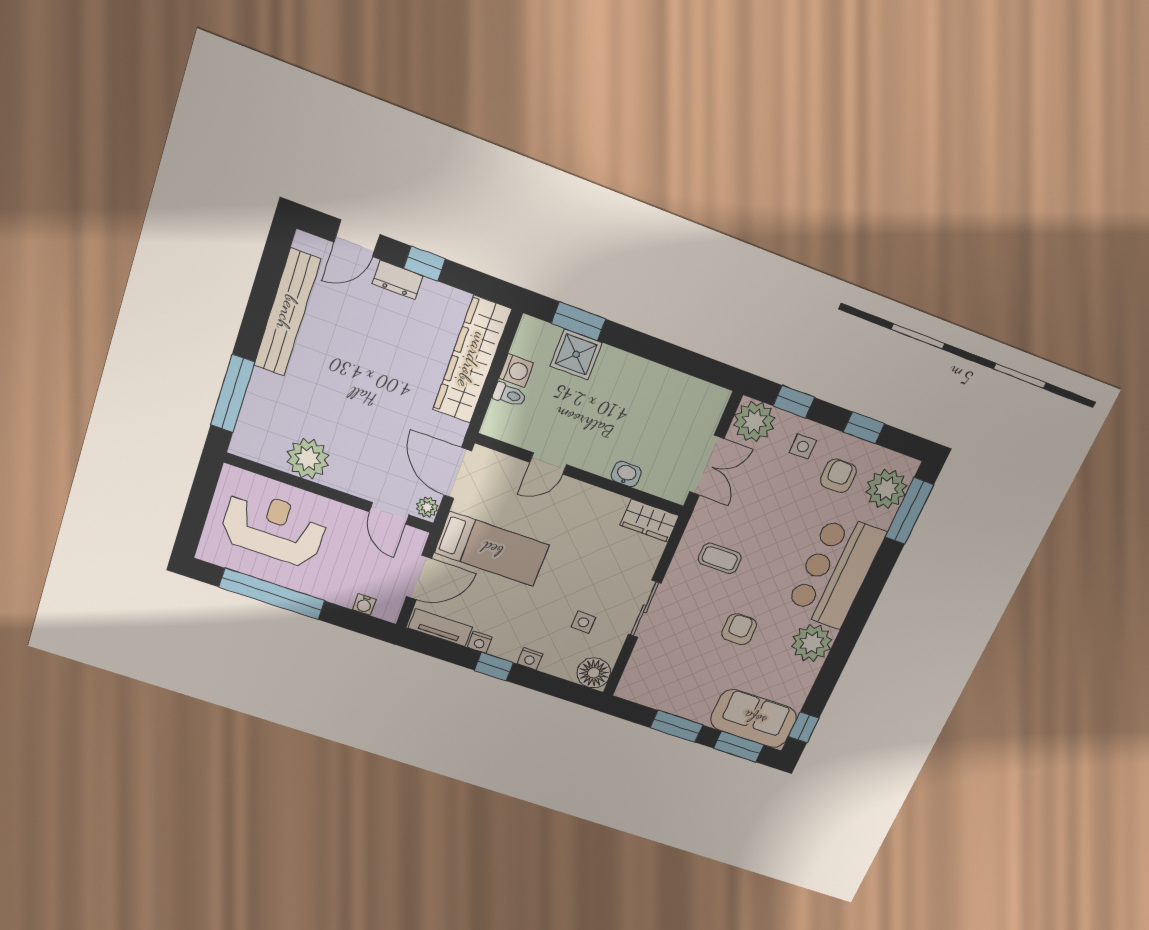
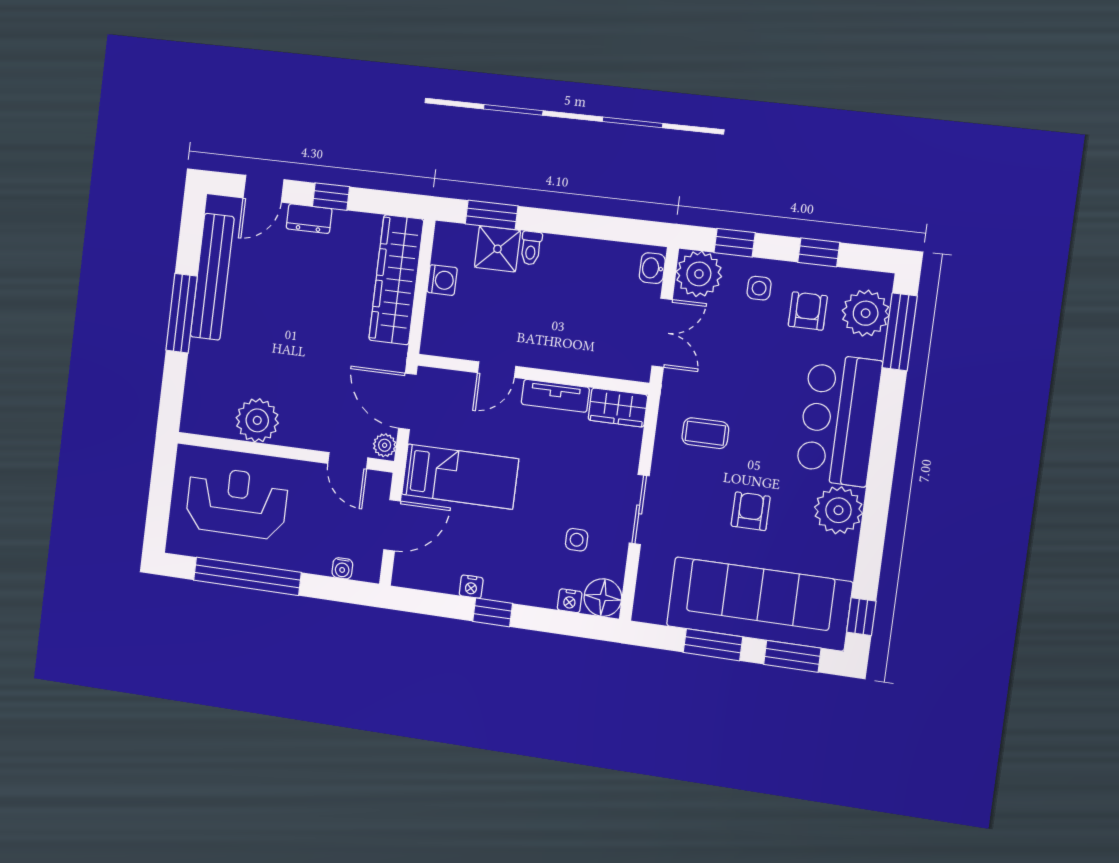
window: (233, 394) -> (182, 313), moved
toilet: (510, 395) -> (531, 248), moved, turned 90
washbasin: (626, 474) -> (652, 268), moved, turned -90
tv unit: (440, 628) -> (555, 396), moved, turned 180
nightstand: (530, 659) -> (570, 601), moved
sofa: (754, 718) -> (759, 604), width x1.85, depth x1.27

